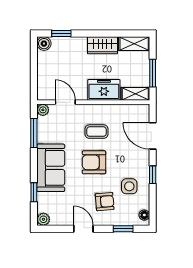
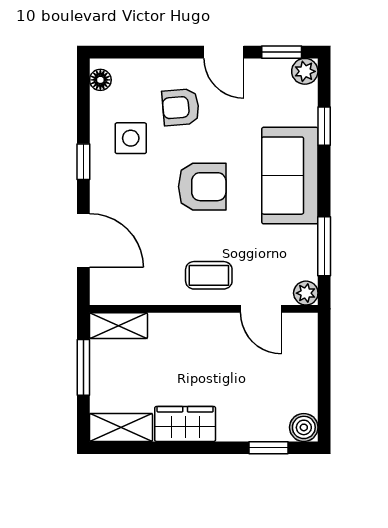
freezer: (104, 90) -> (182, 334), removed
coffee table: (97, 132) -> (209, 275), moved
window: (123, 229) -> (282, 52), moved

